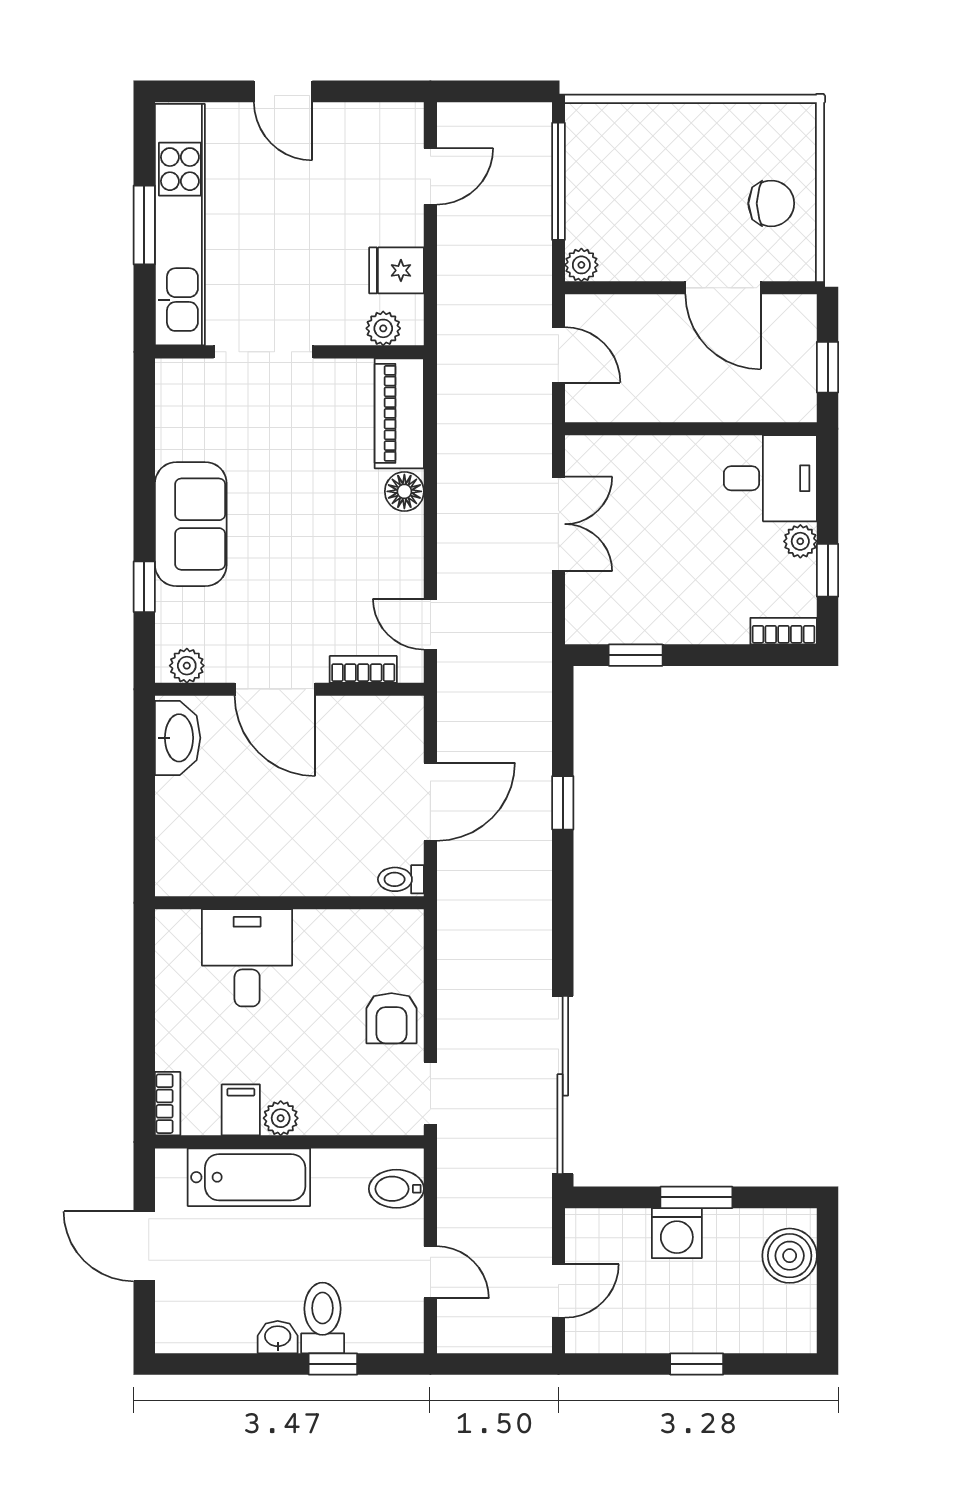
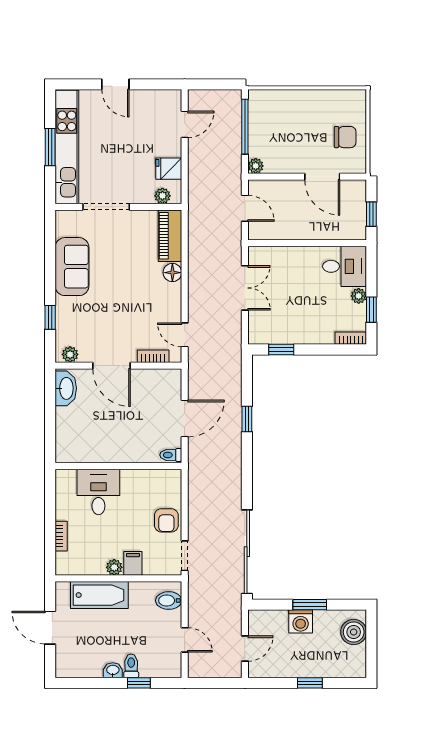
sofa: (191, 524) -> (72, 267), moved
bookcase: (168, 1104) -> (61, 536), moved
filing cabinet: (241, 1110) -> (133, 563), moved
toilet: (323, 1318) -> (131, 666), width x0.73, depth x0.72

